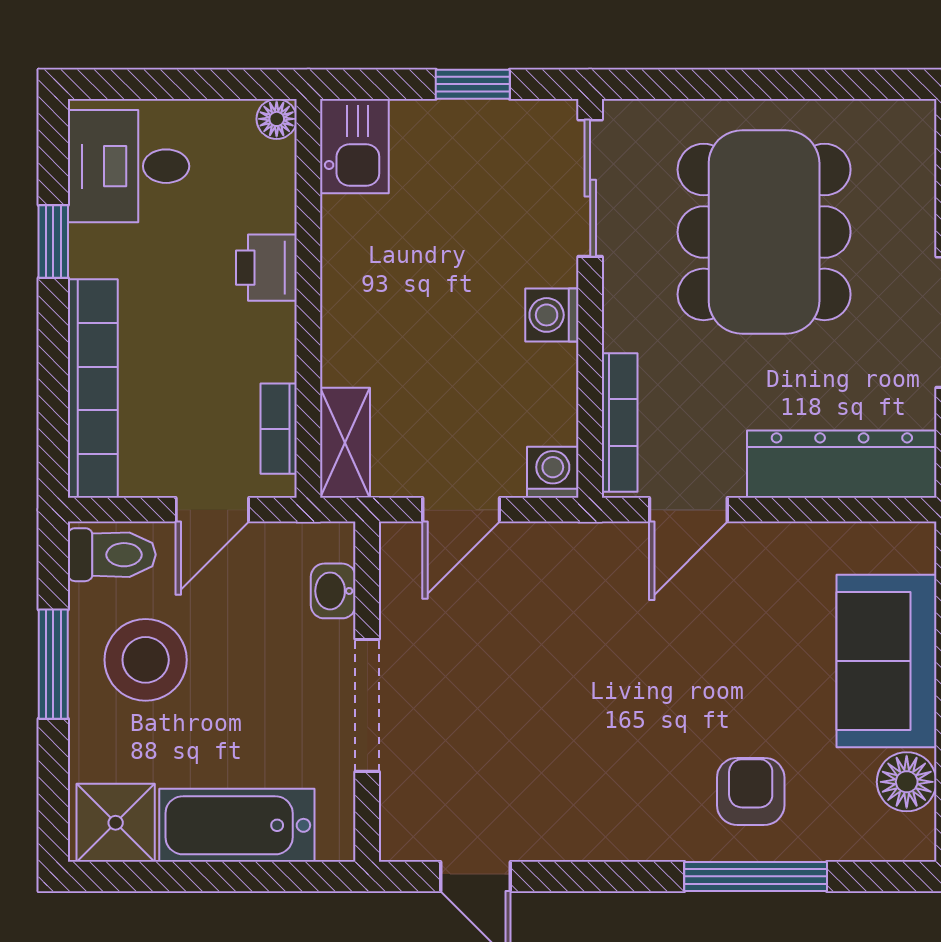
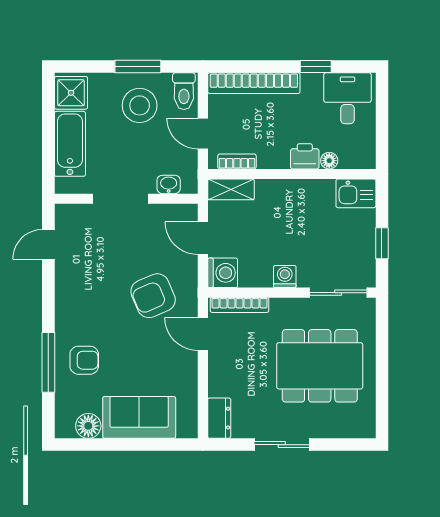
floor lamp: (277, 119) -> (329, 161), moved
dresser: (842, 464) -> (219, 418), width x0.51, depth x0.80
washing machine: (553, 472) -> (223, 273), width x1.38, depth x1.38
armchair: (597, 628) -> (153, 296), added

